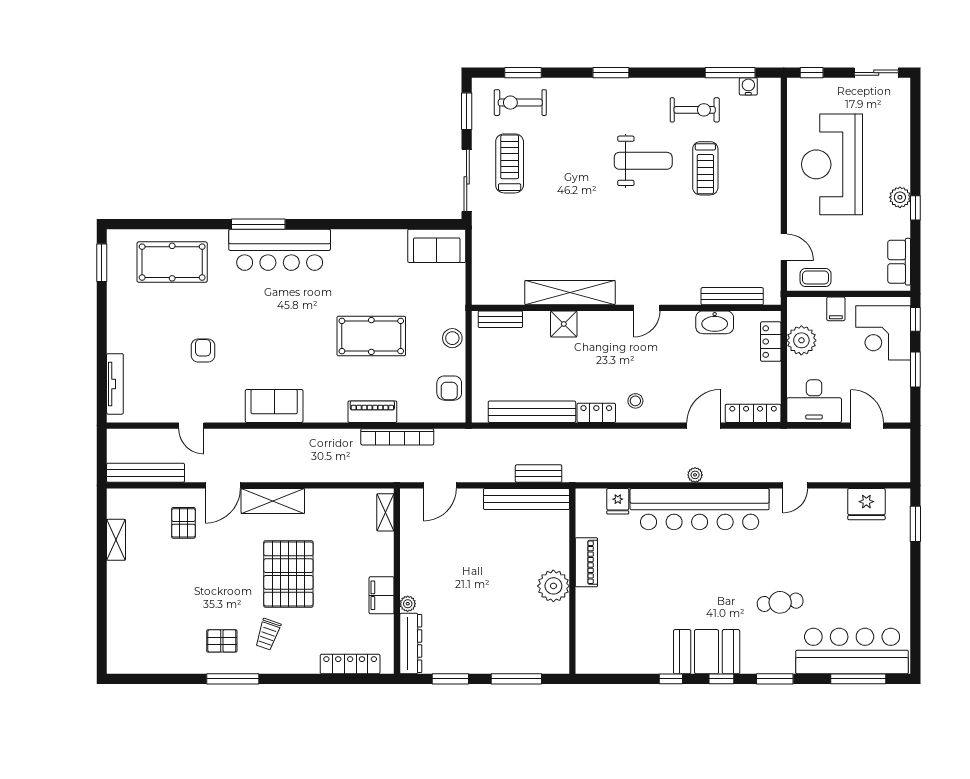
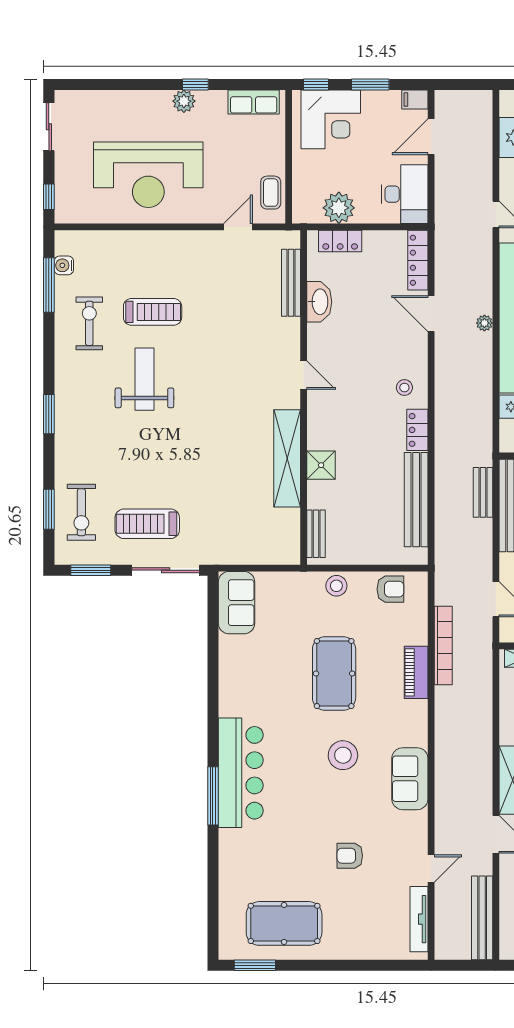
pool table: (172, 262) -> (284, 923), moved, turned 90
filing cabinet: (836, 309) -> (415, 100), moved, turned 180
stool: (296, 344) -> (343, 755), added
tv unit: (115, 384) -> (419, 919), moved, turned -90

